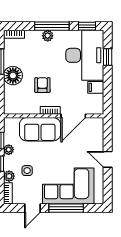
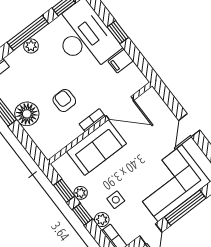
window: (108, 57) -> (118, 32), moved
door: (73, 116) -> (120, 108), hinge flipped
door: (108, 159) -> (189, 125), hinge flipped

